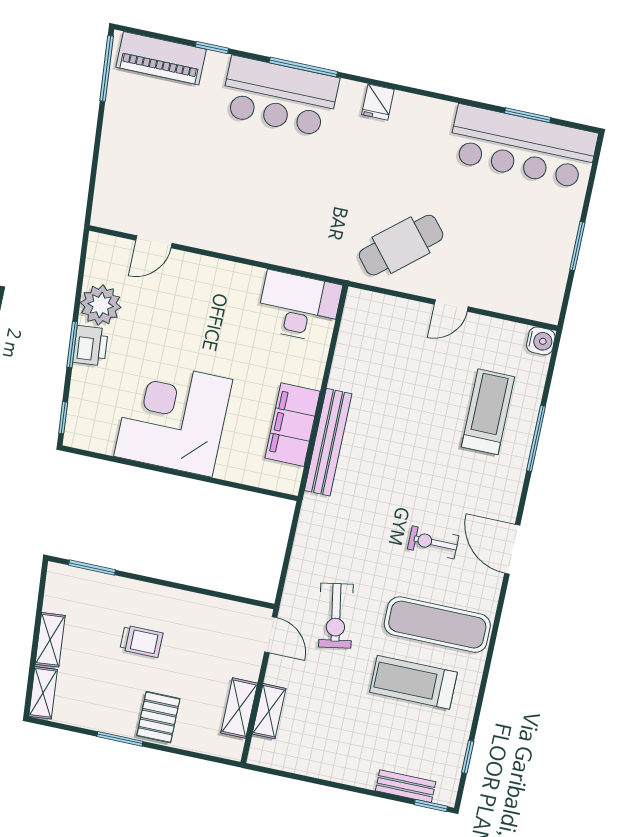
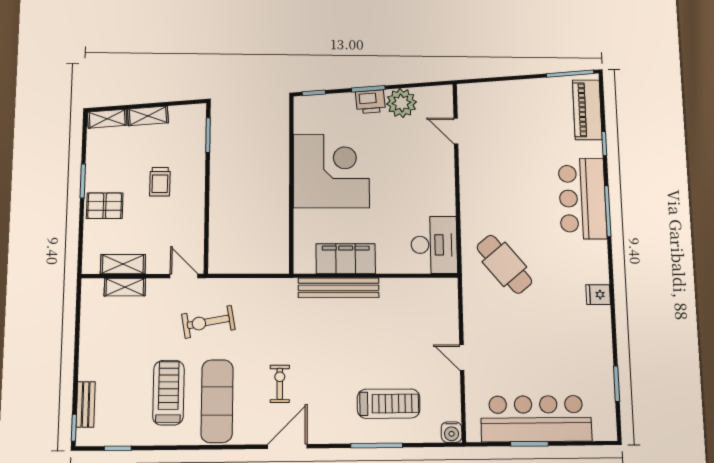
fridge: (378, 102) -> (598, 295), moved
bar counter: (523, 147) -> (536, 419), moved, turned 90
cafe table: (401, 245) -> (504, 264), moved
door: (271, 635) -> (184, 276), swing flipped

